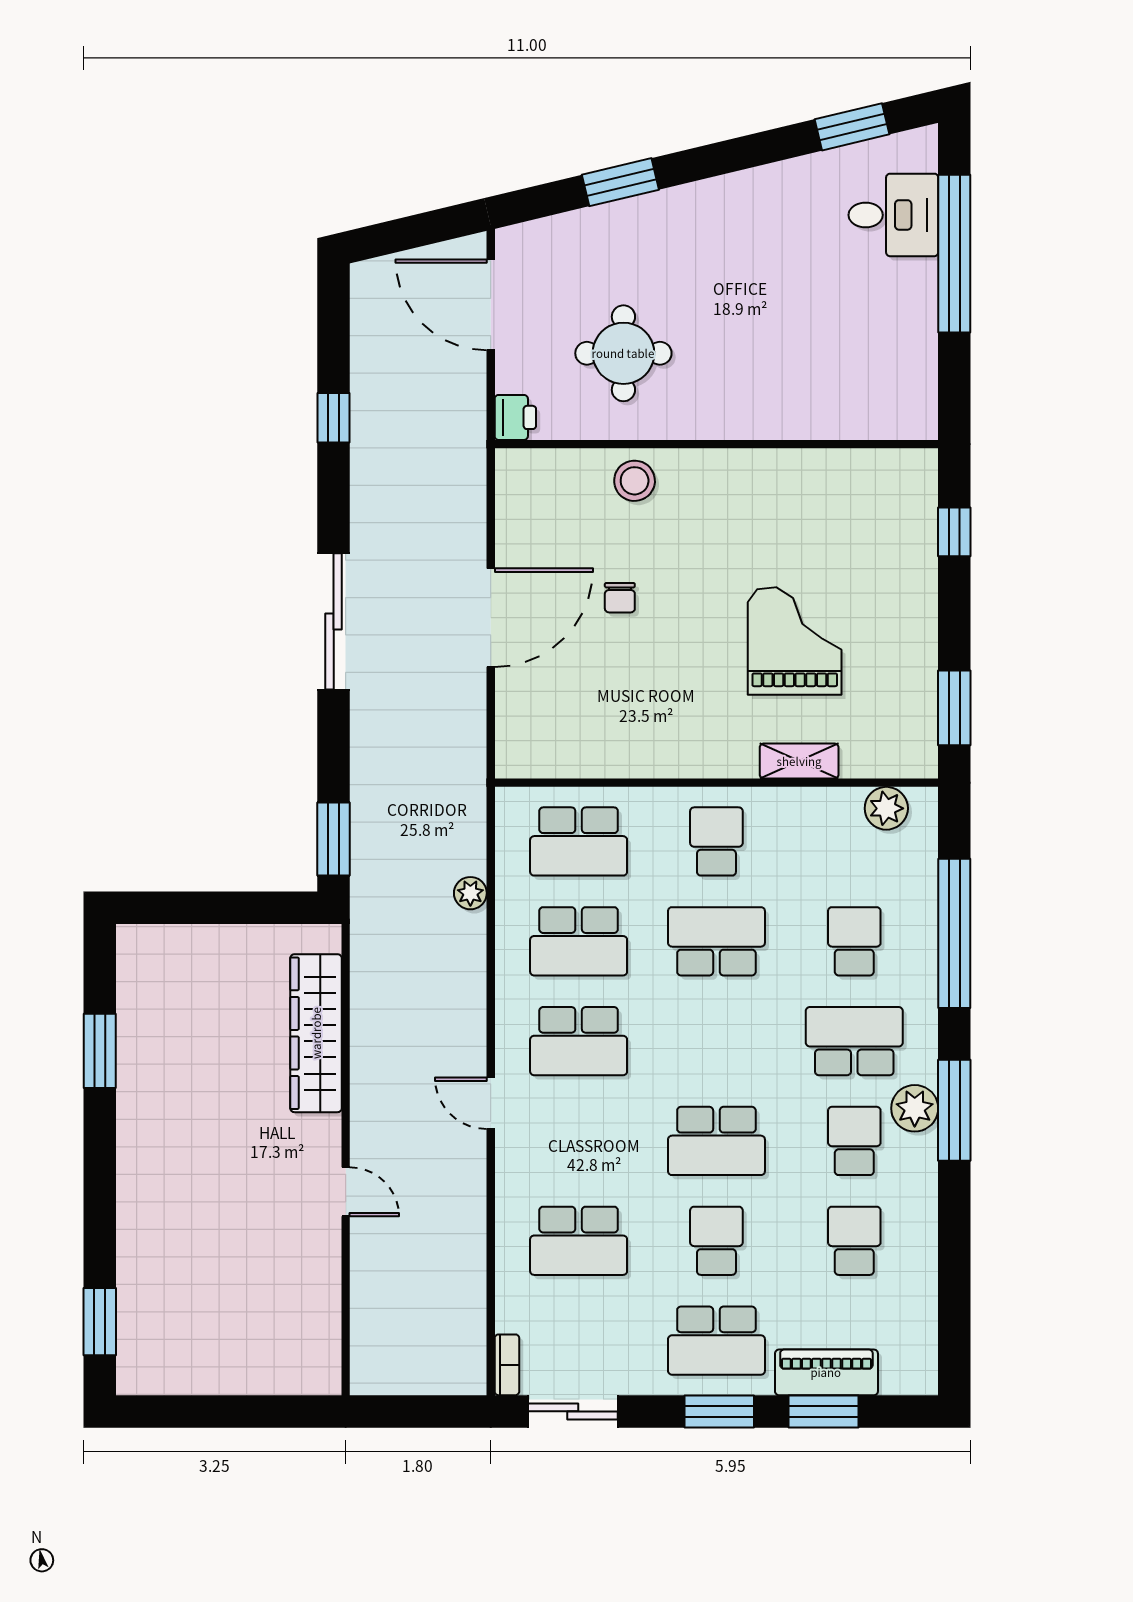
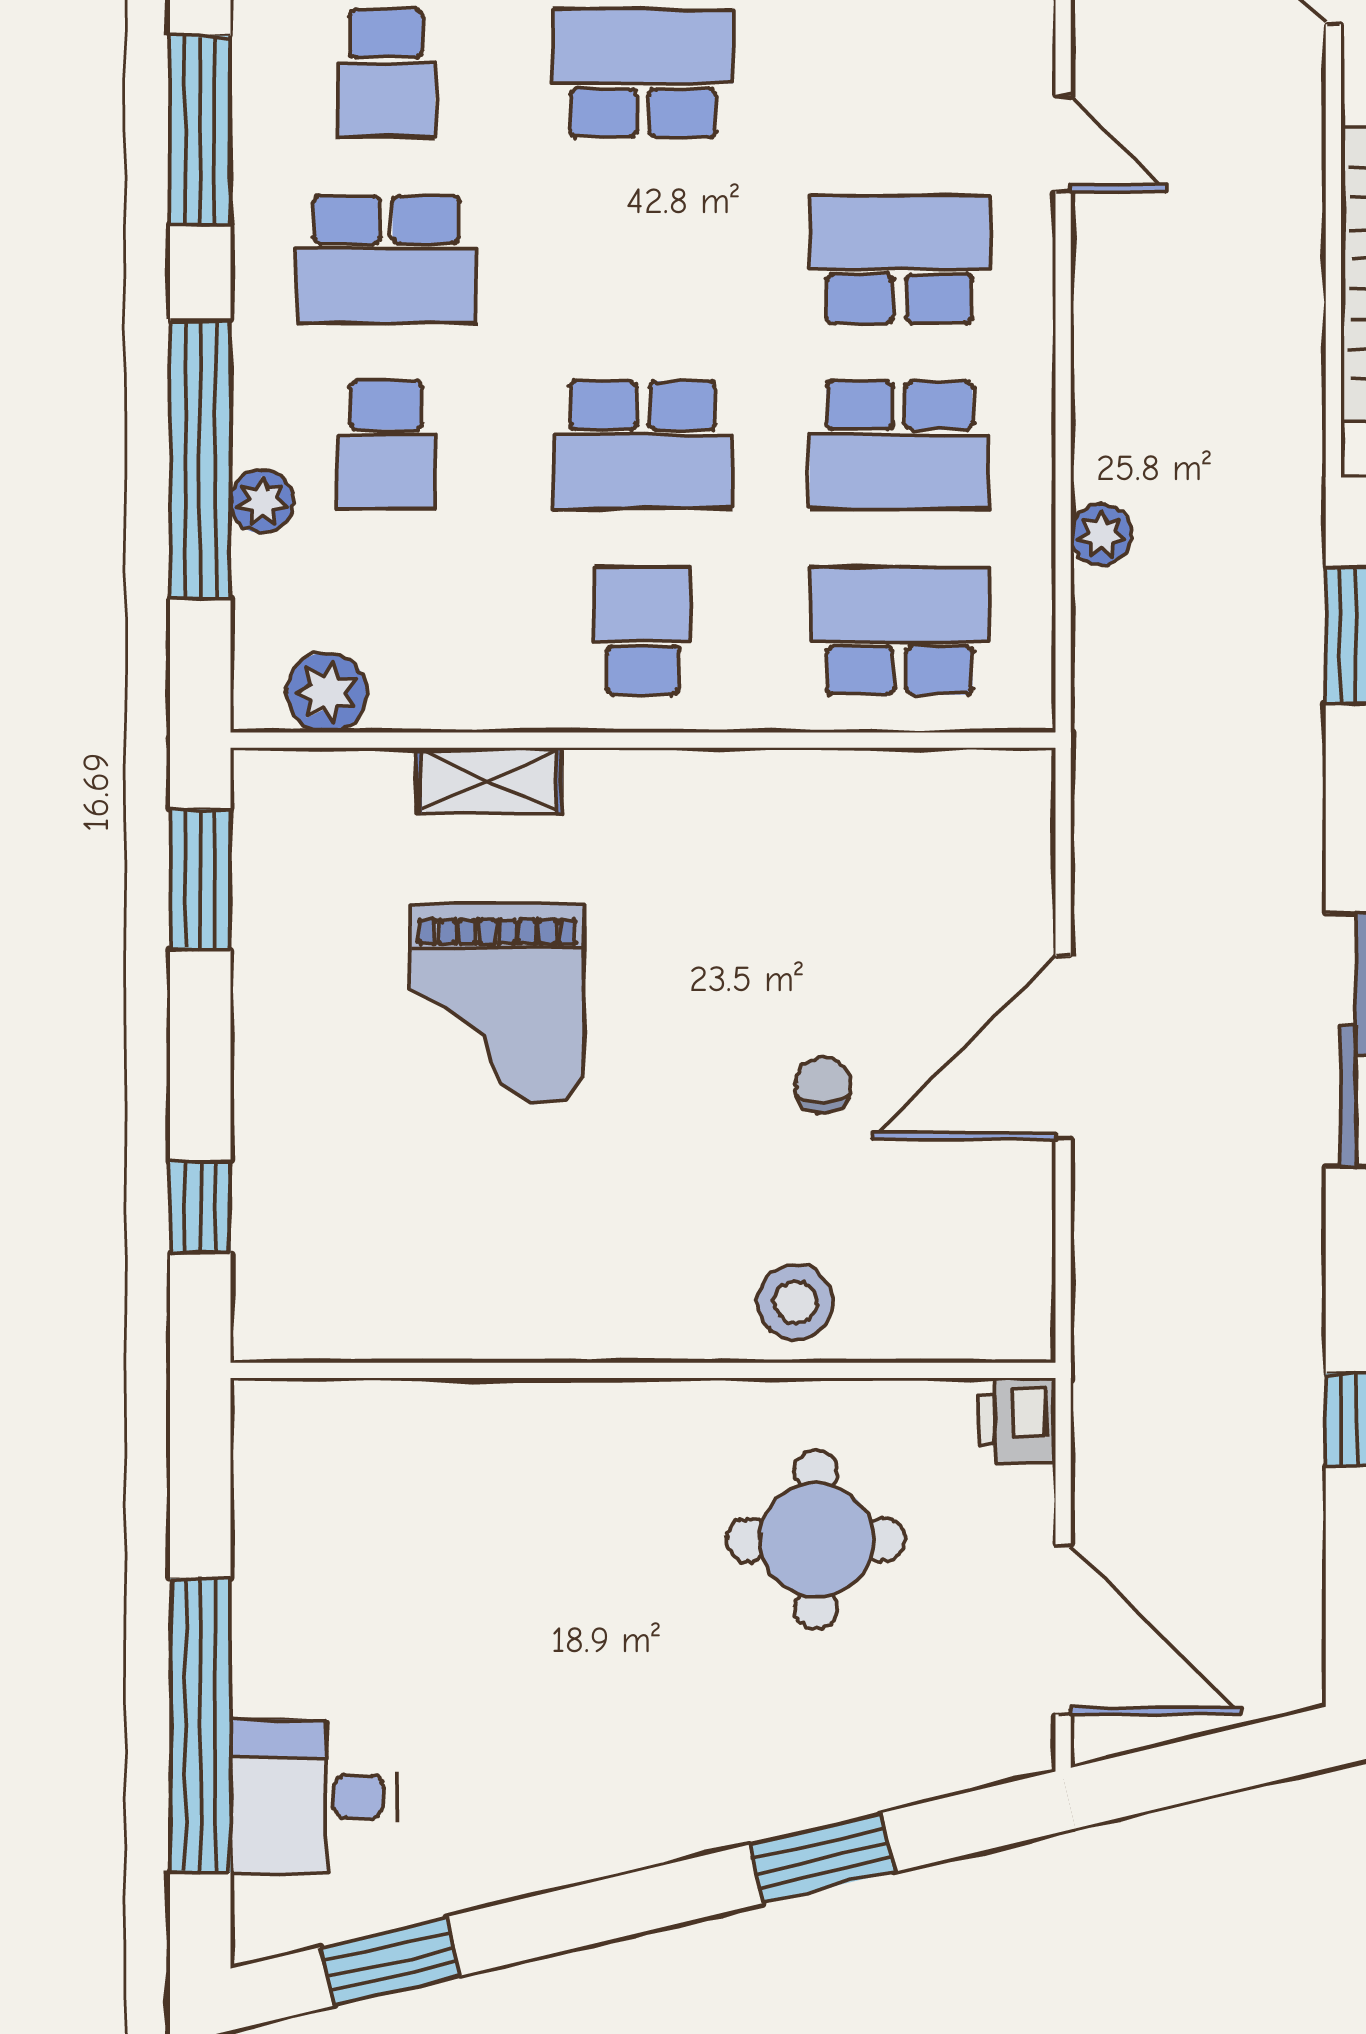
school desk: (716, 841) -> (643, 631), turned 180
school desk: (579, 941) -> (900, 445), turned 180
plant: (915, 1108) -> (262, 502), moved, width x0.73, depth x0.73

